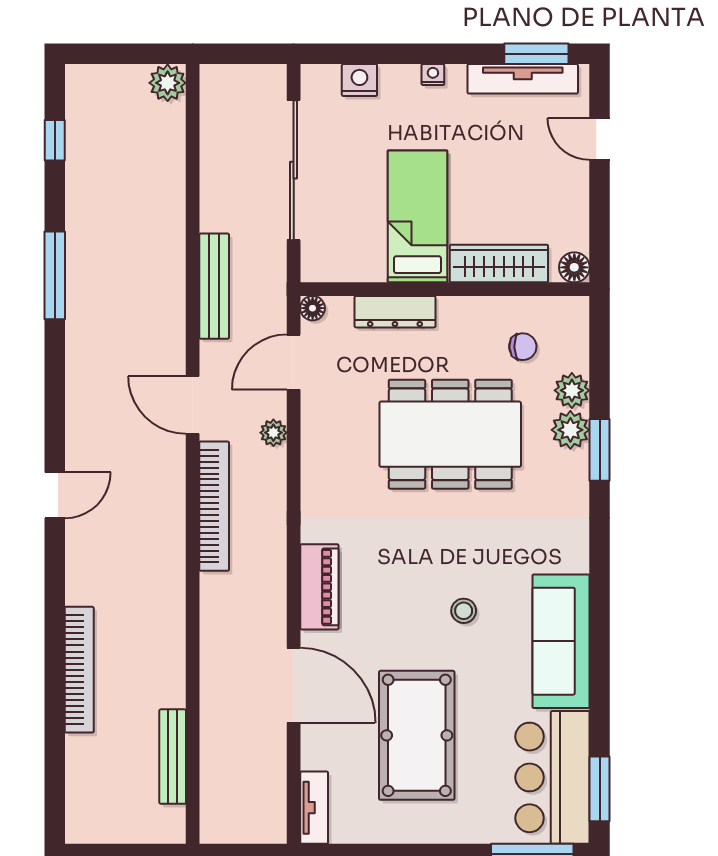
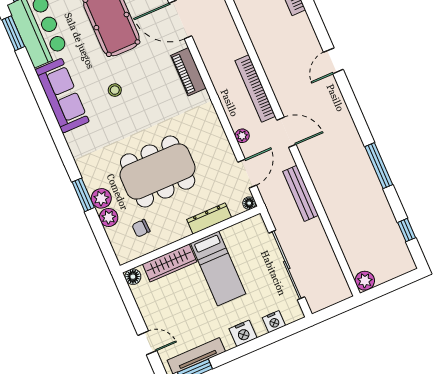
nightstand: (433, 75) -> (243, 333), width x1.89, depth x1.79

